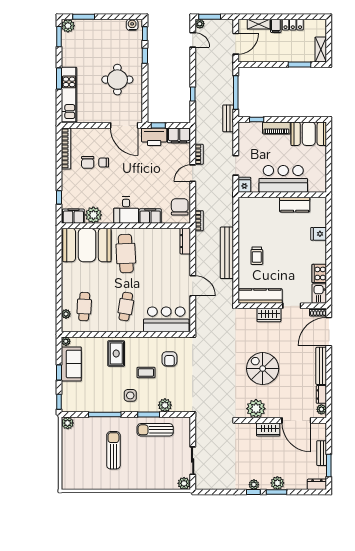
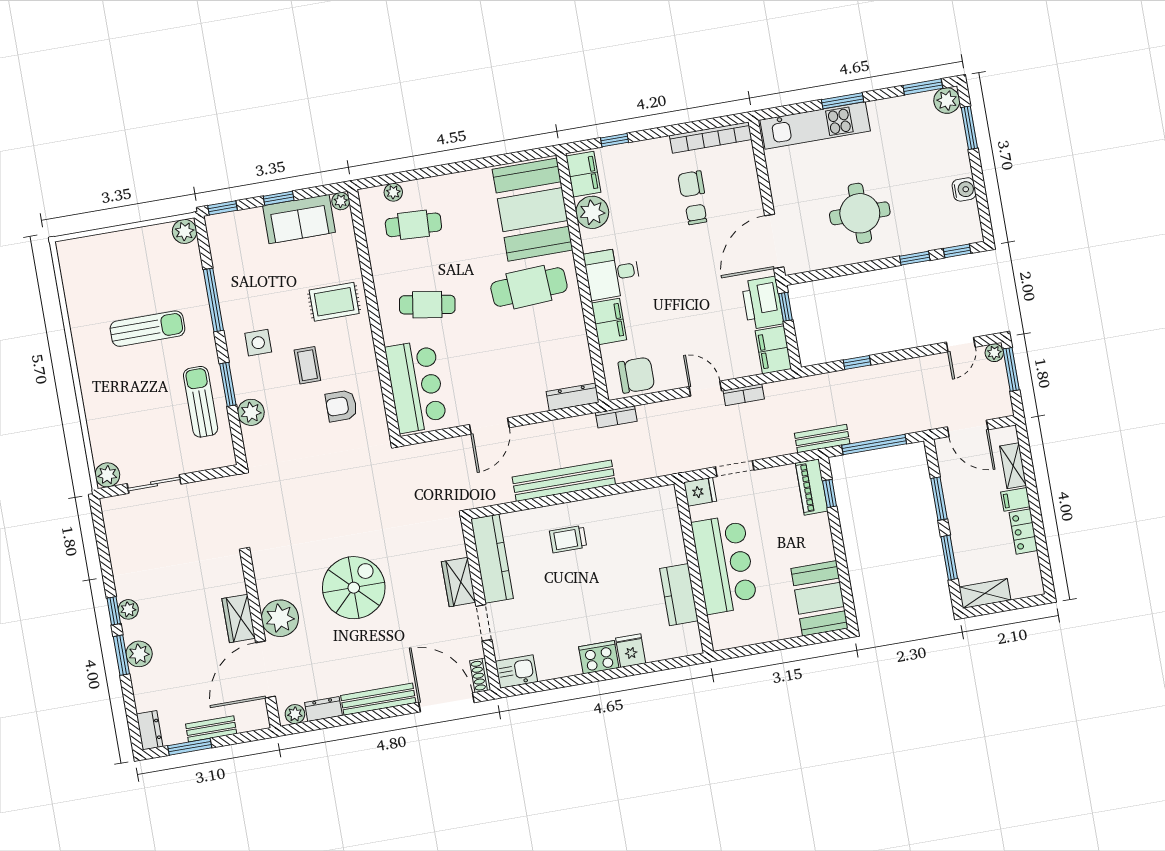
water cooler: (132, 25) -> (964, 189), moved
window: (269, 64) -> (939, 499), added
piano: (276, 128) -> (812, 487), moved
cooker: (319, 273) -> (599, 657), moved
plant: (256, 409) -> (280, 618), moved

